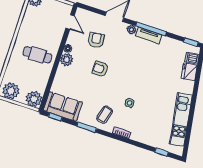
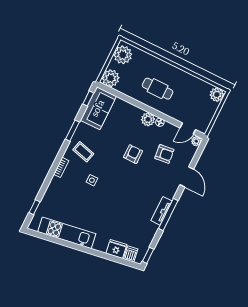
plant: (131, 30) -> (196, 141), moved
cafe table: (37, 55) -> (158, 89), turned 90

